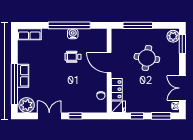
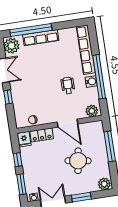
row of seats: (29, 34) -> (86, 50), width x2.02
plant: (101, 37) -> (92, 111), added
window: (182, 44) -> (81, 197), moved
door: (109, 63) -> (68, 123), swing flipped
row of seats: (23, 76) -> (41, 38), width x1.48

